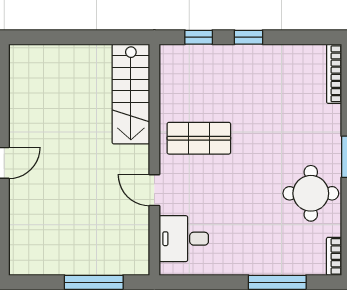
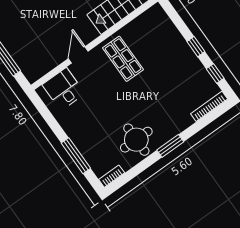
window: (199, 37) -> (215, 74), moved

